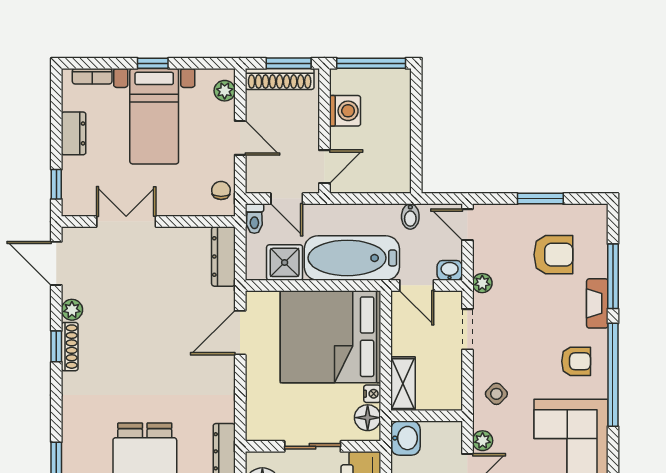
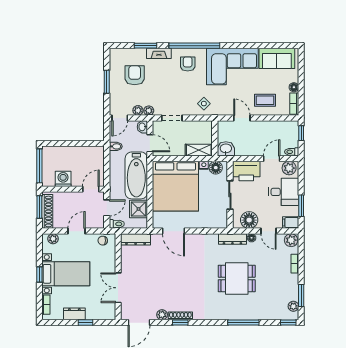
door: (324, 167) -> (91, 189), hinge flipped
window: (56, 184) -> (86, 323), moved
window: (613, 276) -> (145, 46), width x0.69
door: (417, 285) -> (150, 143), hinge flipped
plant: (483, 441) -> (138, 110), moved

